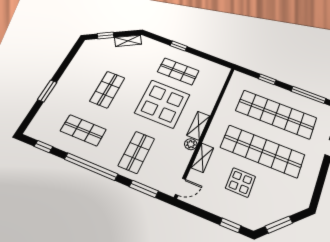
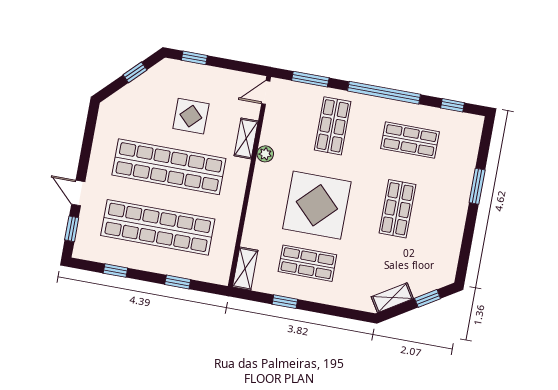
window: (179, 46) -> (285, 302), moved
window: (308, 95) -> (115, 271), width x0.46
shelving: (198, 126) -> (245, 269), moved
window: (279, 225) -> (135, 72), width x0.67

